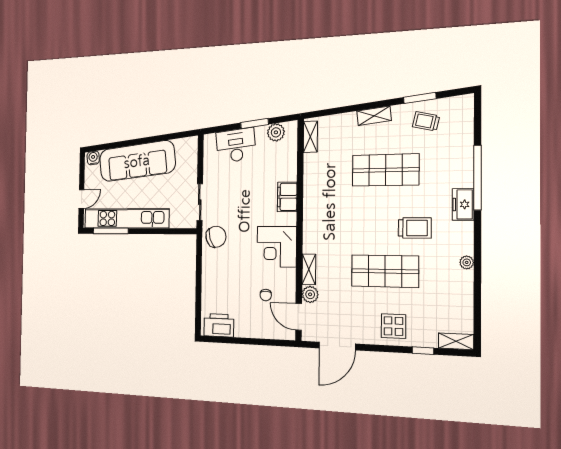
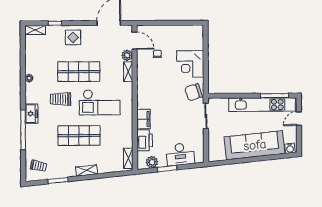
trolley: (426, 121) -> (39, 166), moved
checkout: (353, 222) -> (100, 102), added
corner desk: (277, 247) -> (190, 64), moved, turned 180
printer: (219, 325) -> (145, 140), moved, turned -90

